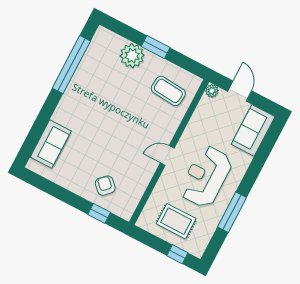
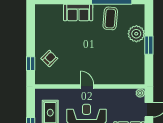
coffee table: (168, 91) -> (110, 18), moved
sofa: (51, 144) -> (78, 12), moved

